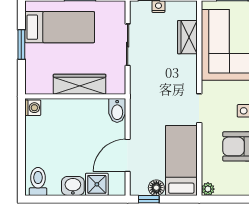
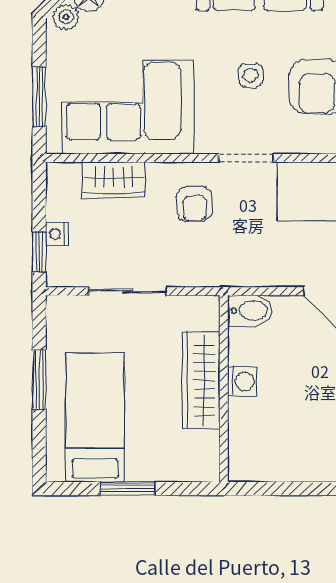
armchair: (175, 81) -> (194, 204), added
washing machine: (33, 108) -> (242, 381), moved, turned 90

